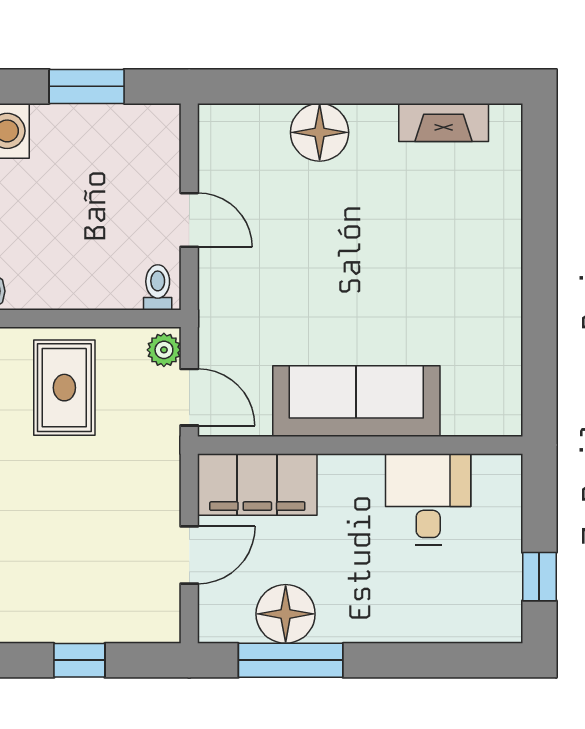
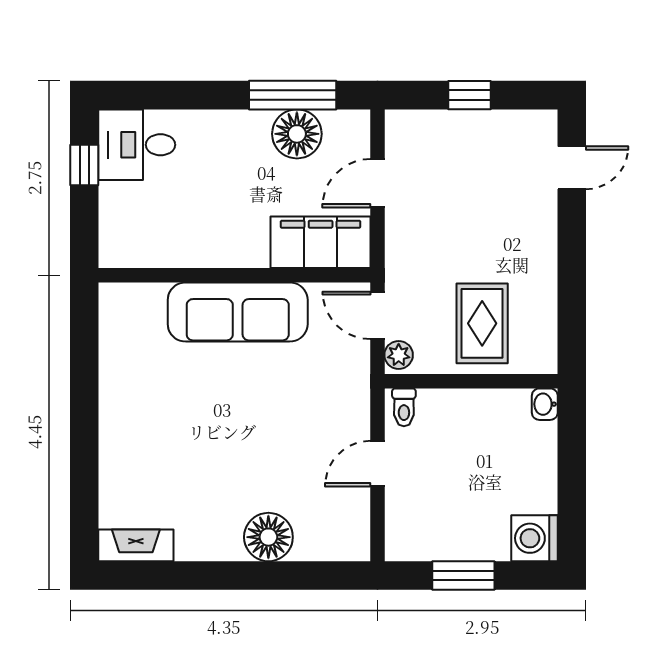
fireplace: (444, 122) -> (136, 545), moved
door: (189, 220) -> (377, 464), hinge flipped
desk: (428, 499) -> (137, 145), moved, turned 90

